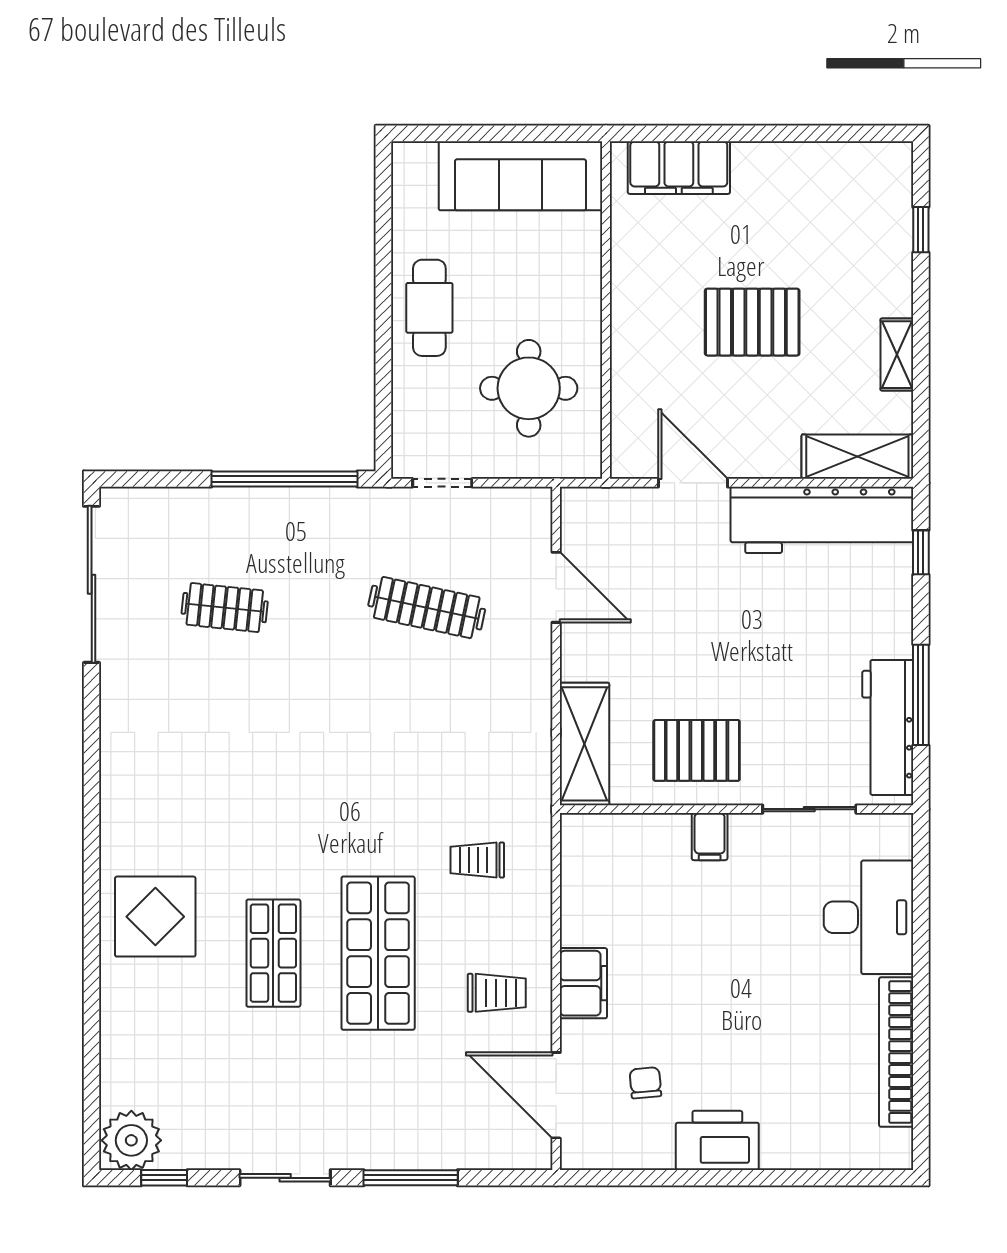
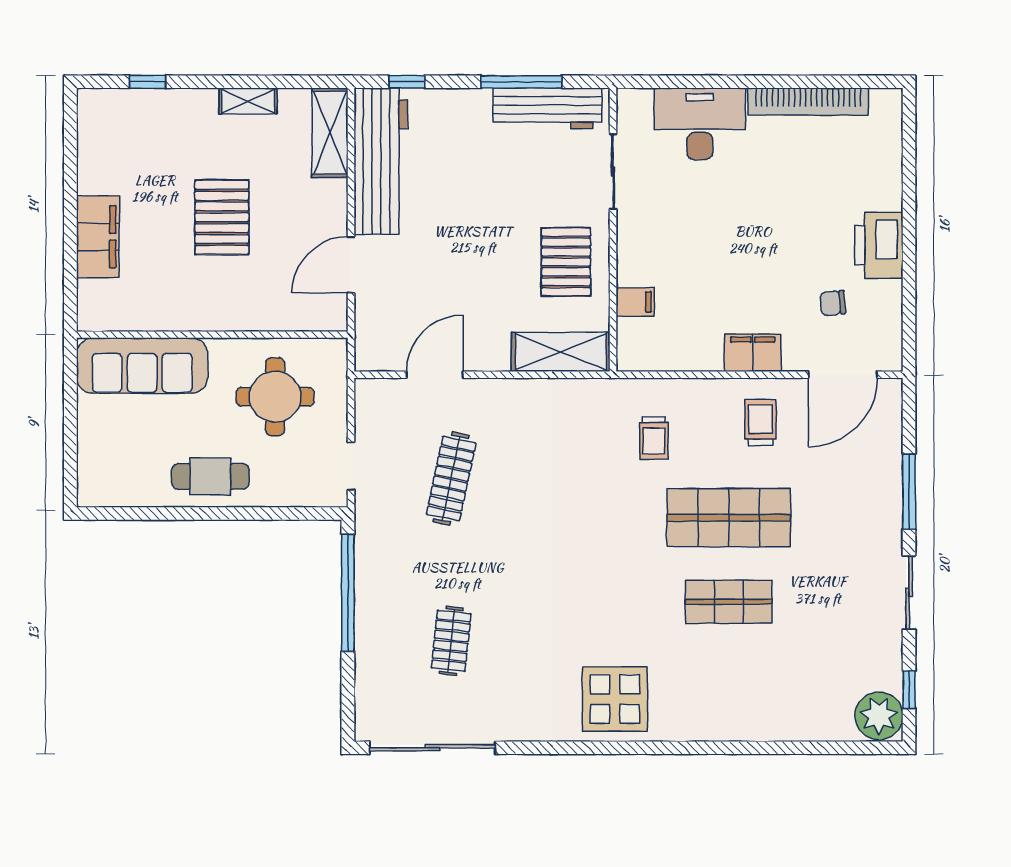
filing cabinet: (679, 168) -> (98, 237), moved
sofa: (520, 176) -> (142, 366), moved, turned 90
filing cabinet: (710, 837) -> (635, 302), moved
display table: (155, 917) -> (615, 699), moved

